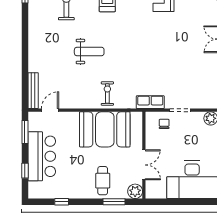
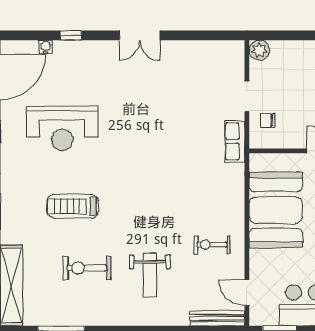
weight bench: (89, 52) -> (150, 275), moved, turned 180
exercise bike: (107, 93) -> (212, 245), moved

